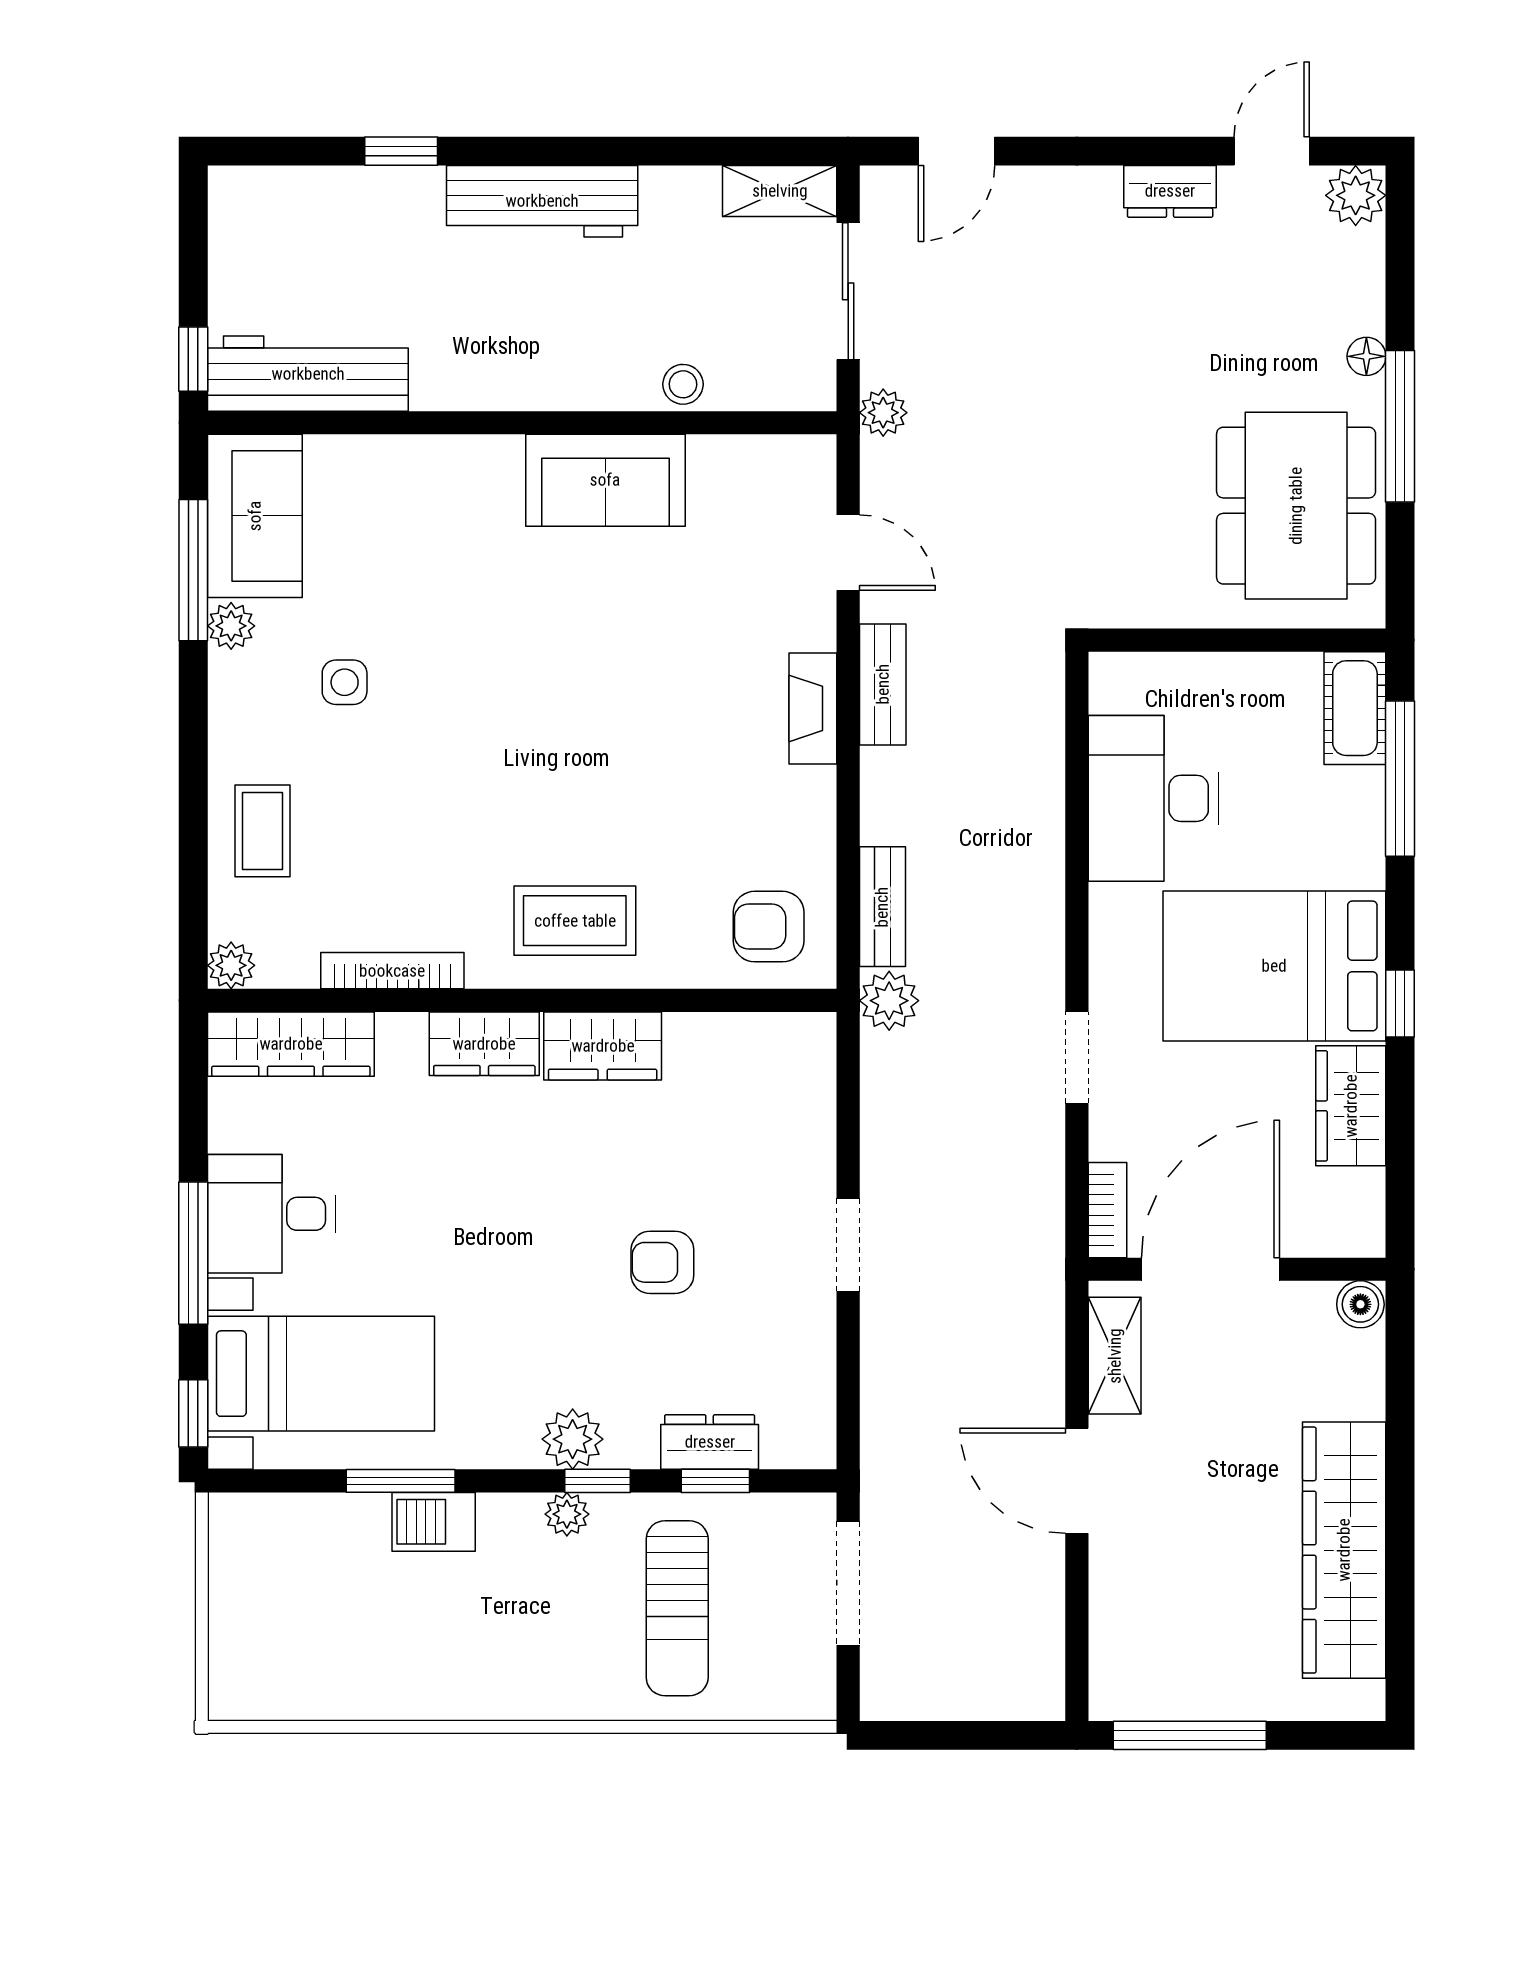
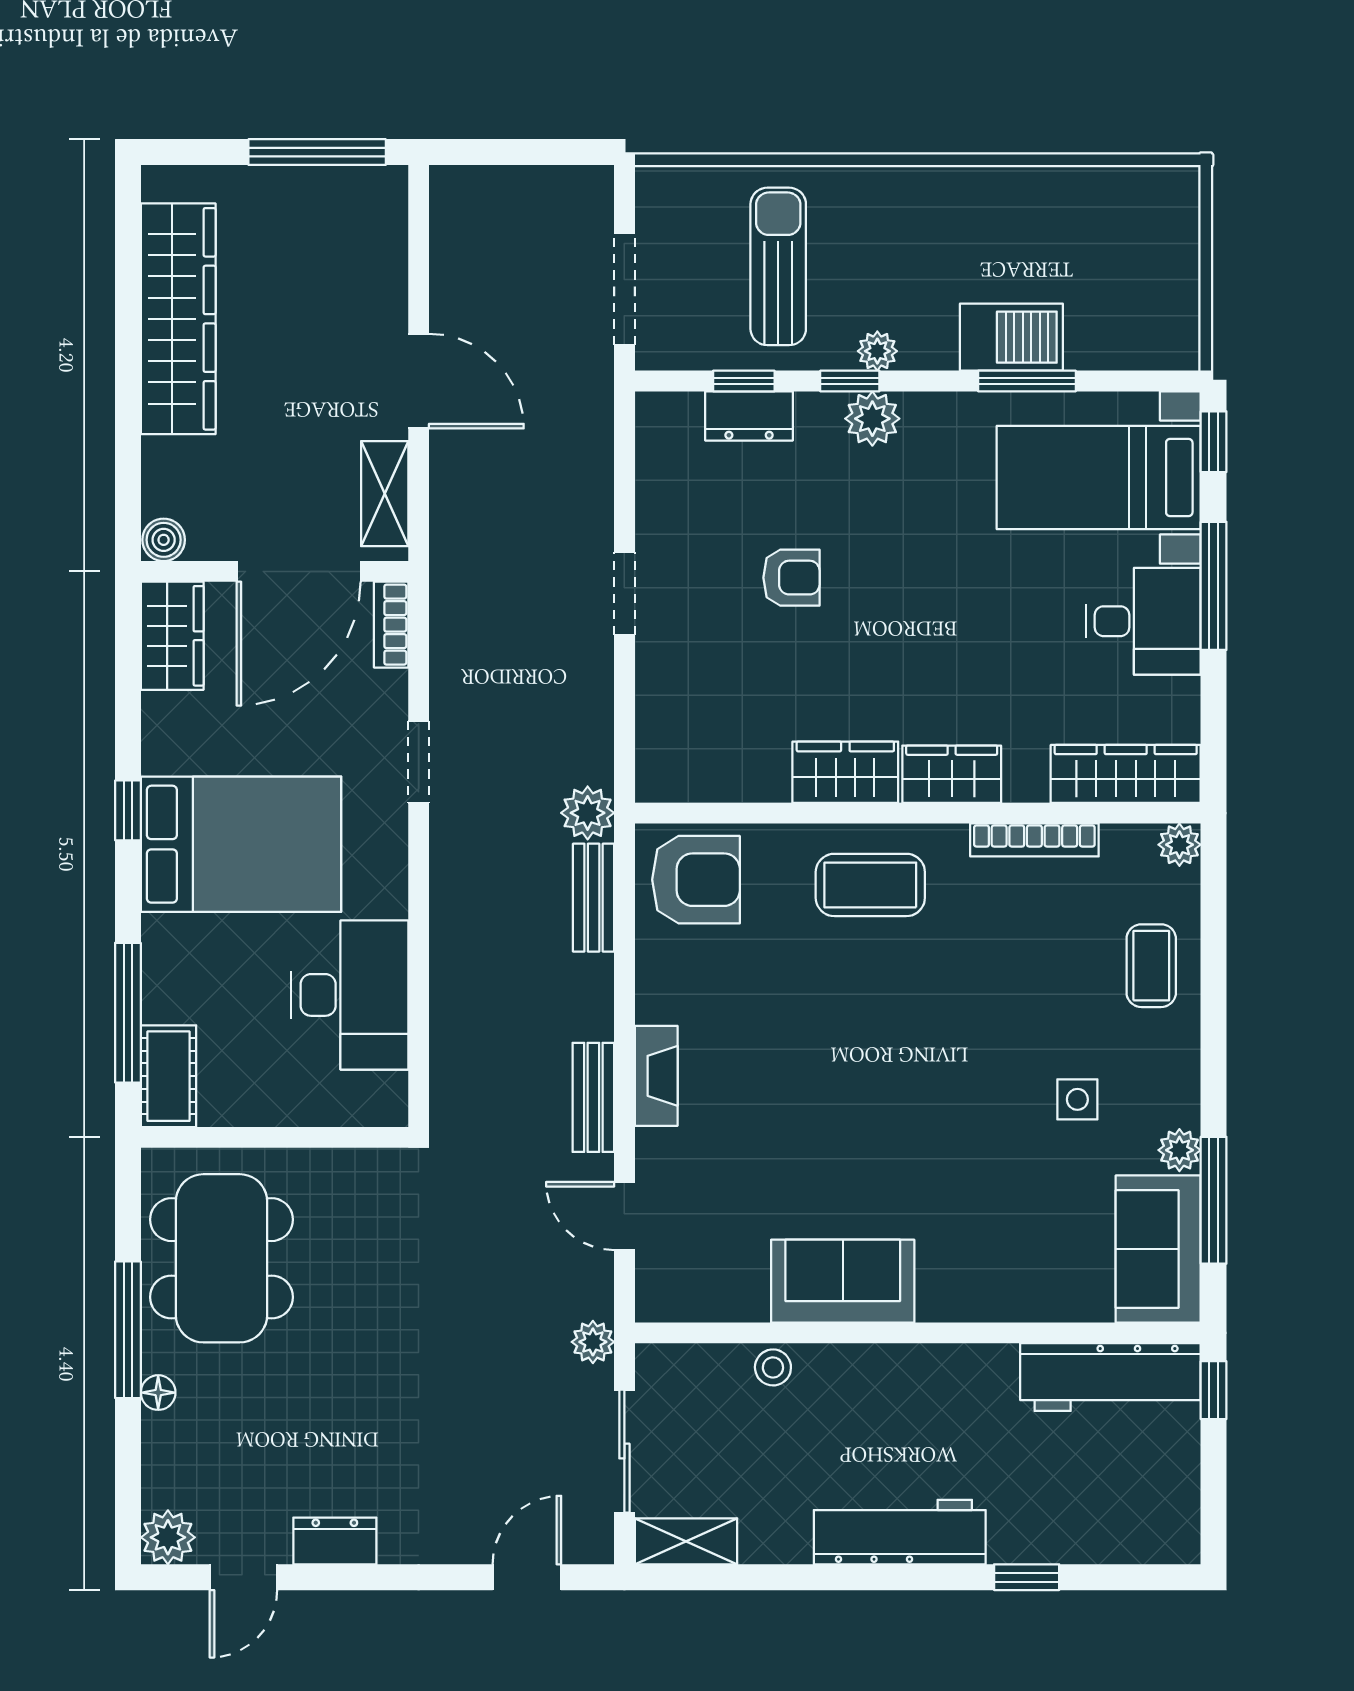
armchair: (769, 927) -> (696, 880), width x1.38, depth x1.38
wardrobe: (1351, 1106) -> (172, 636), moved
barbecue: (434, 1522) -> (1011, 337), width x1.38, depth x1.27

